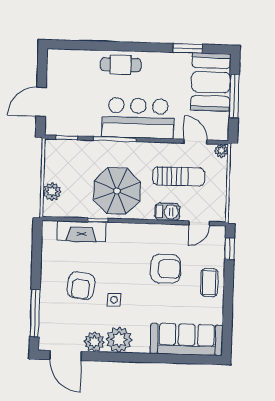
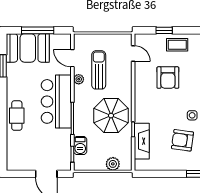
door: (195, 141) -> (72, 58), hinge flipped
plant: (221, 151) -> (79, 79), moved
barbecue: (167, 212) -> (80, 146), moved, turned 180
window: (230, 249) -> (164, 30), moved
armchair: (166, 269) -> (168, 78), turned 180
armchair: (81, 286) -> (182, 140), turned 180

